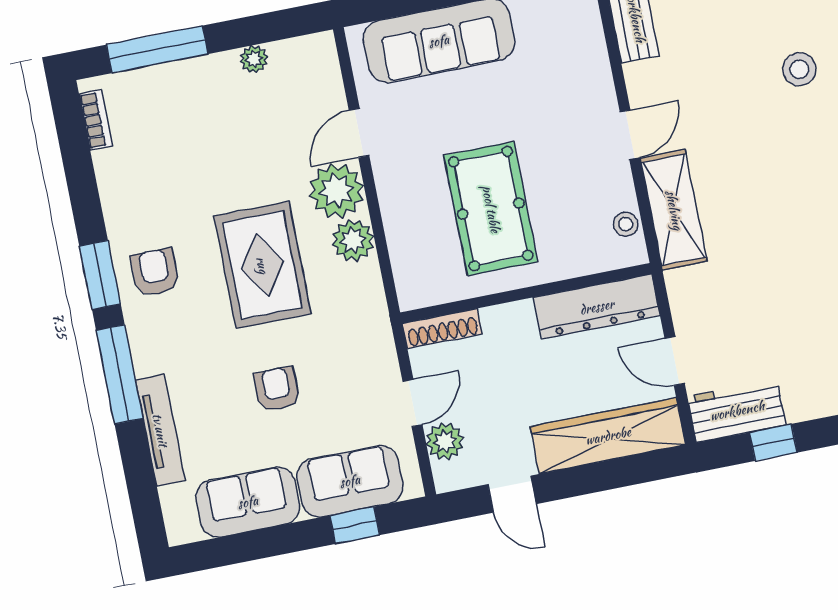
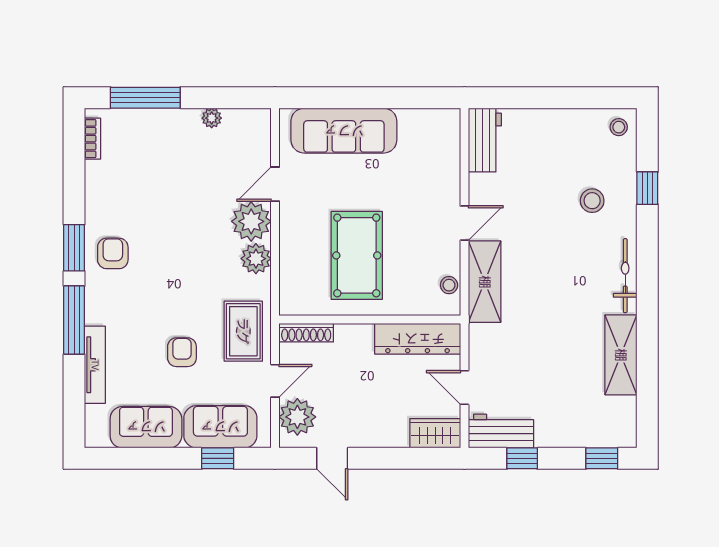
rug: (262, 265) -> (243, 331), moved, width x0.73, depth x0.70
wardrobe: (608, 436) -> (435, 433), width x0.48, depth x0.85
plant: (445, 441) -> (297, 417), width x1.36, depth x1.36

